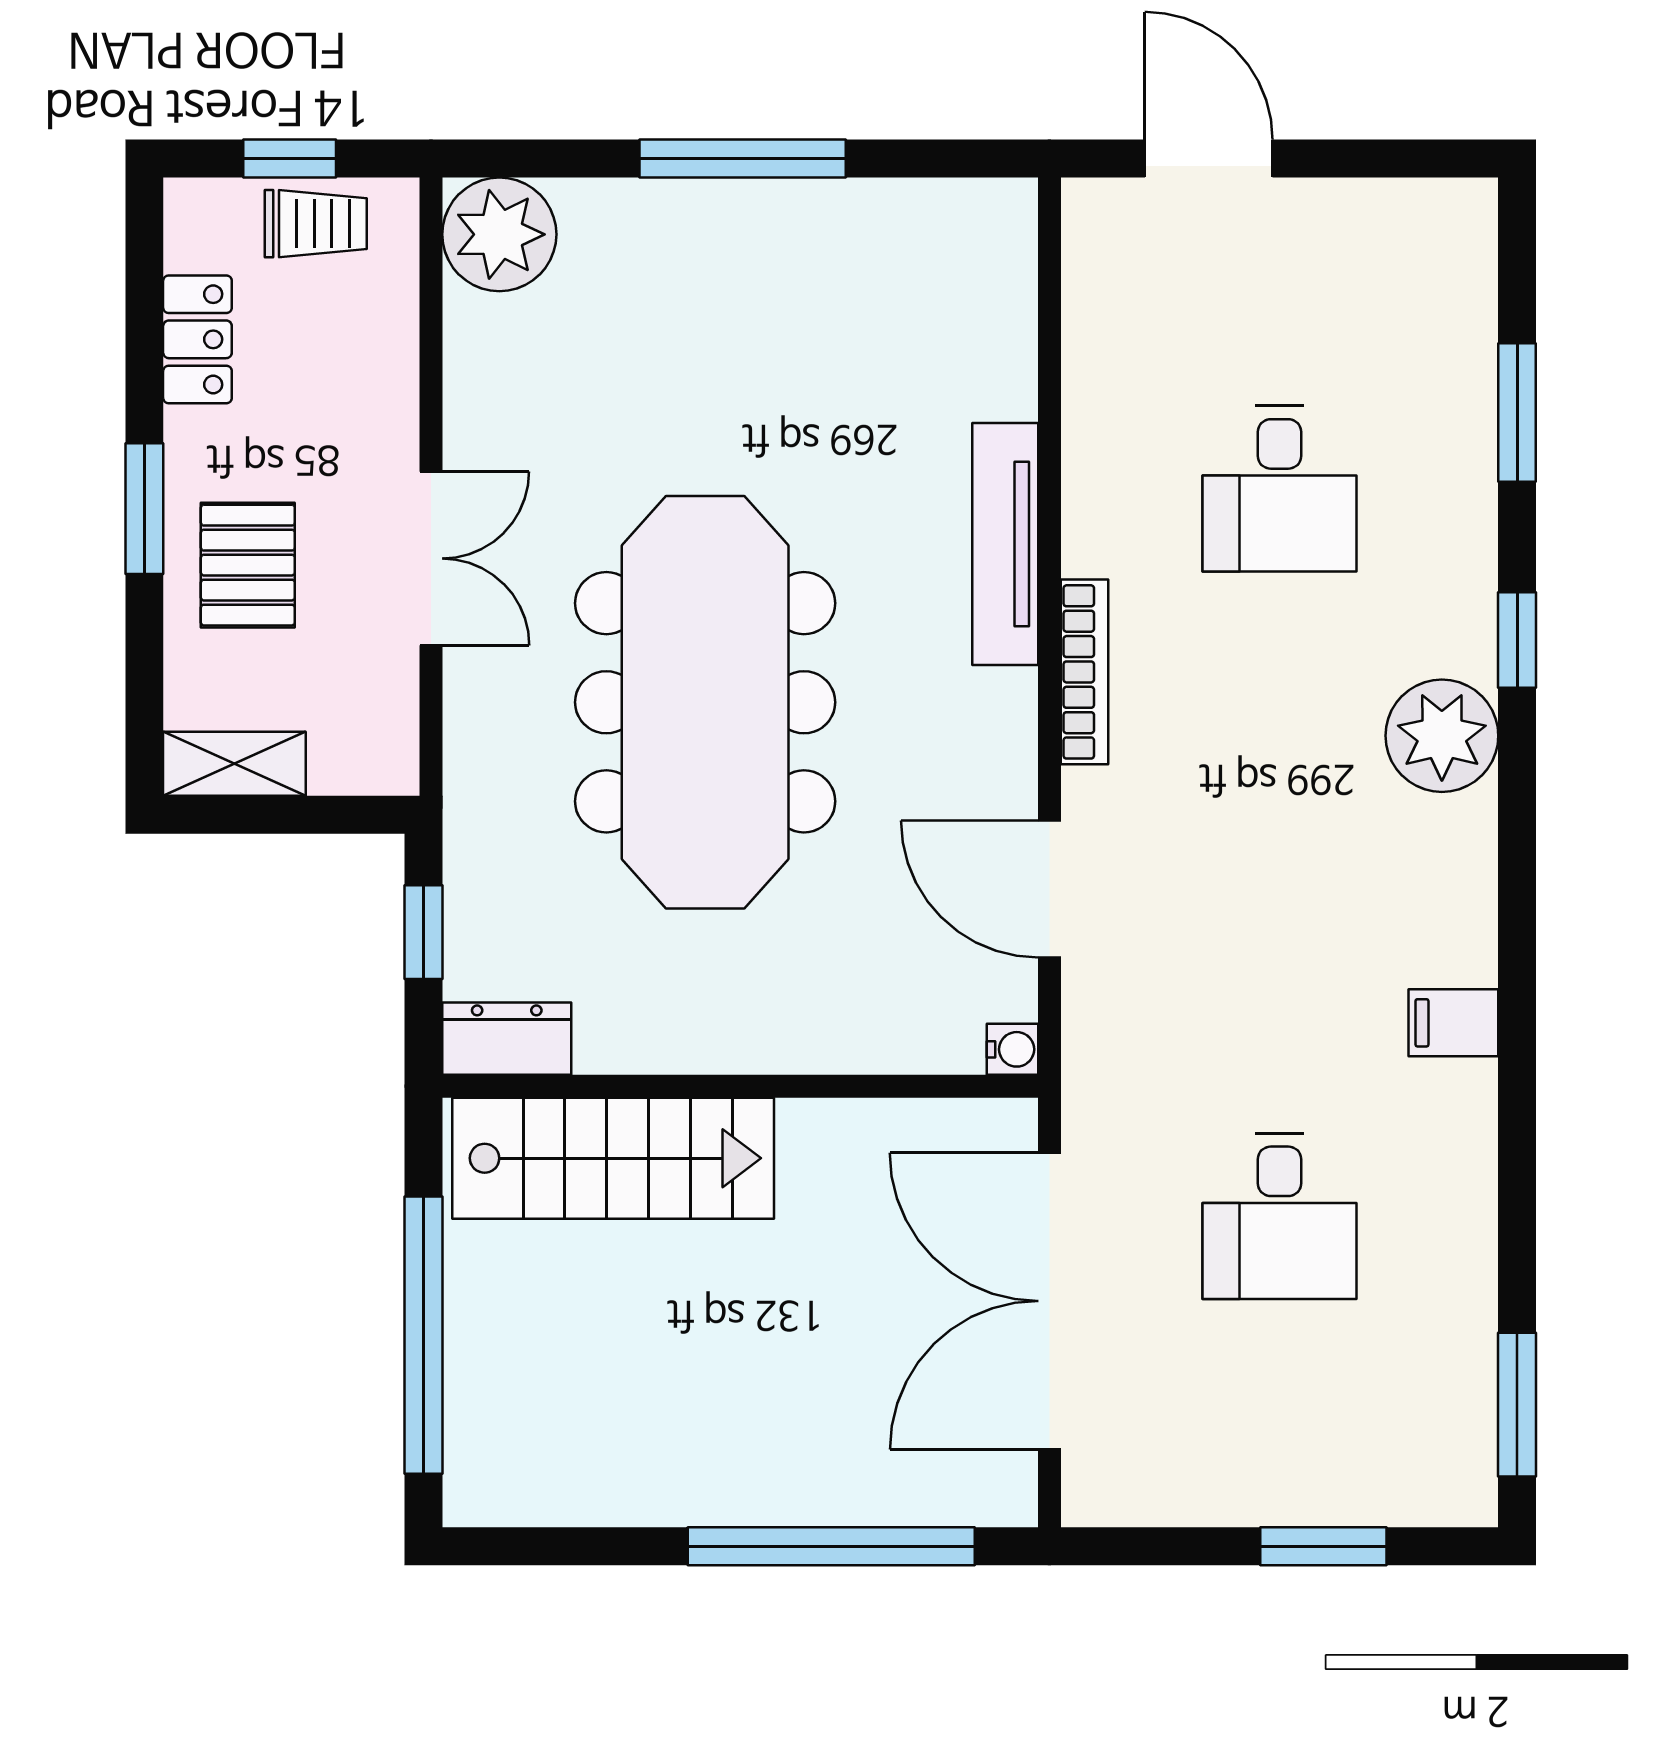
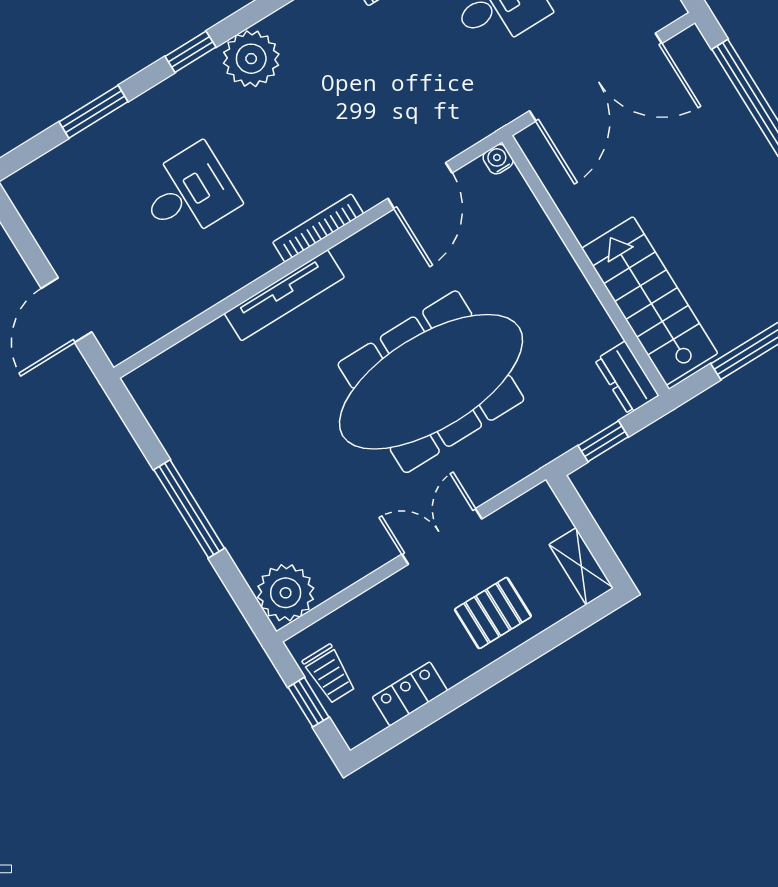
trolley: (316, 224) -> (329, 674), turned 180
window: (144, 509) -> (496, 672), removed

